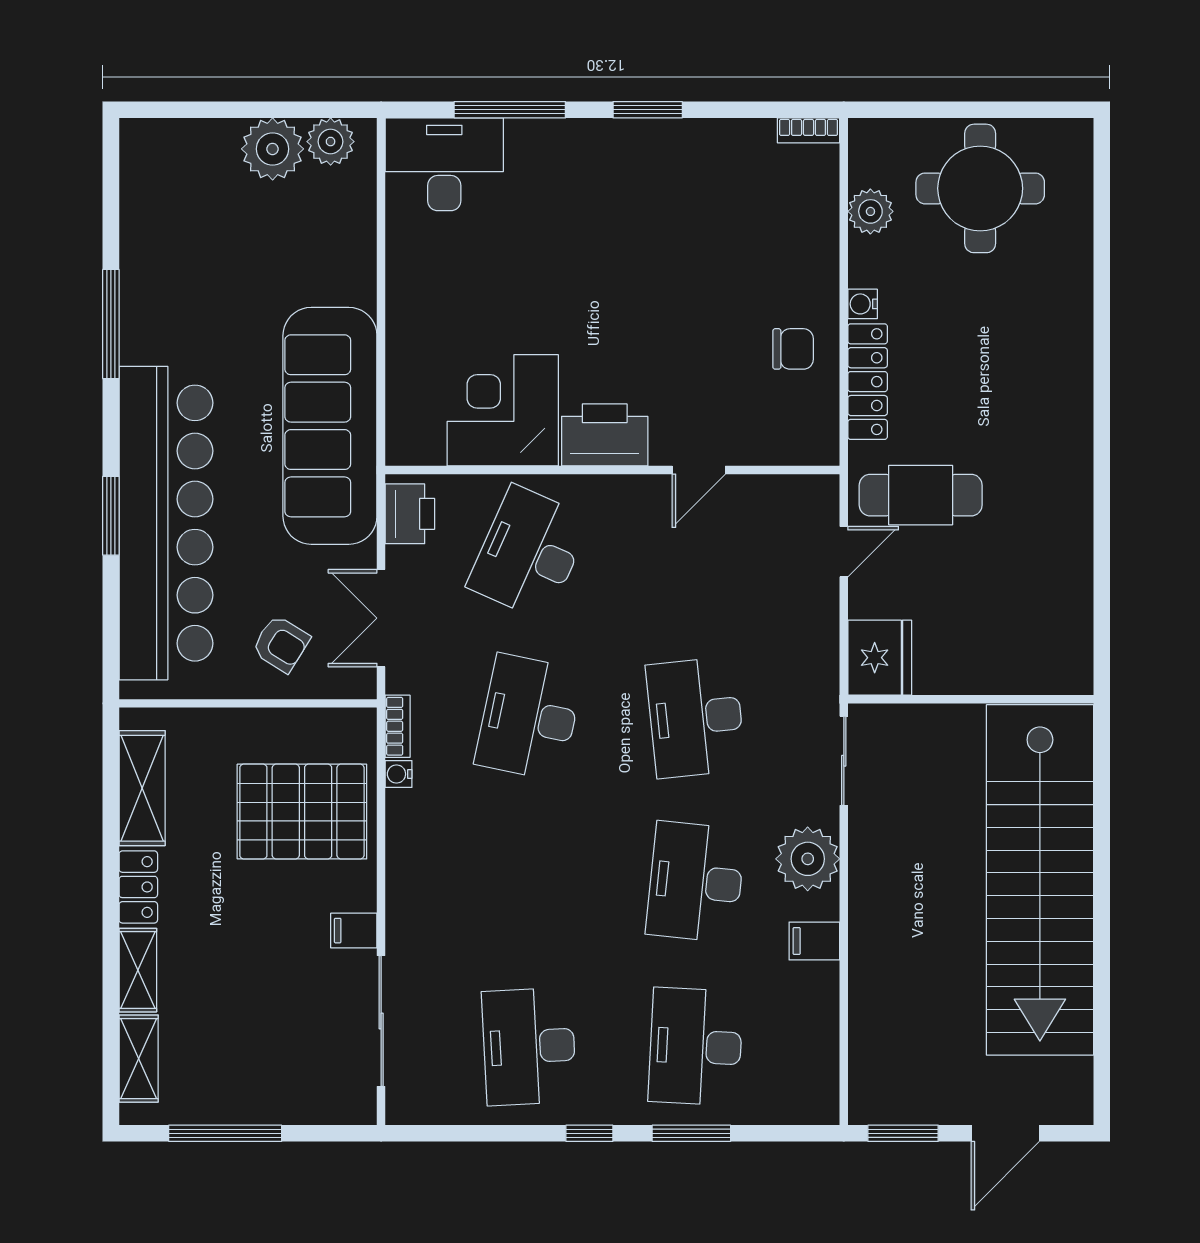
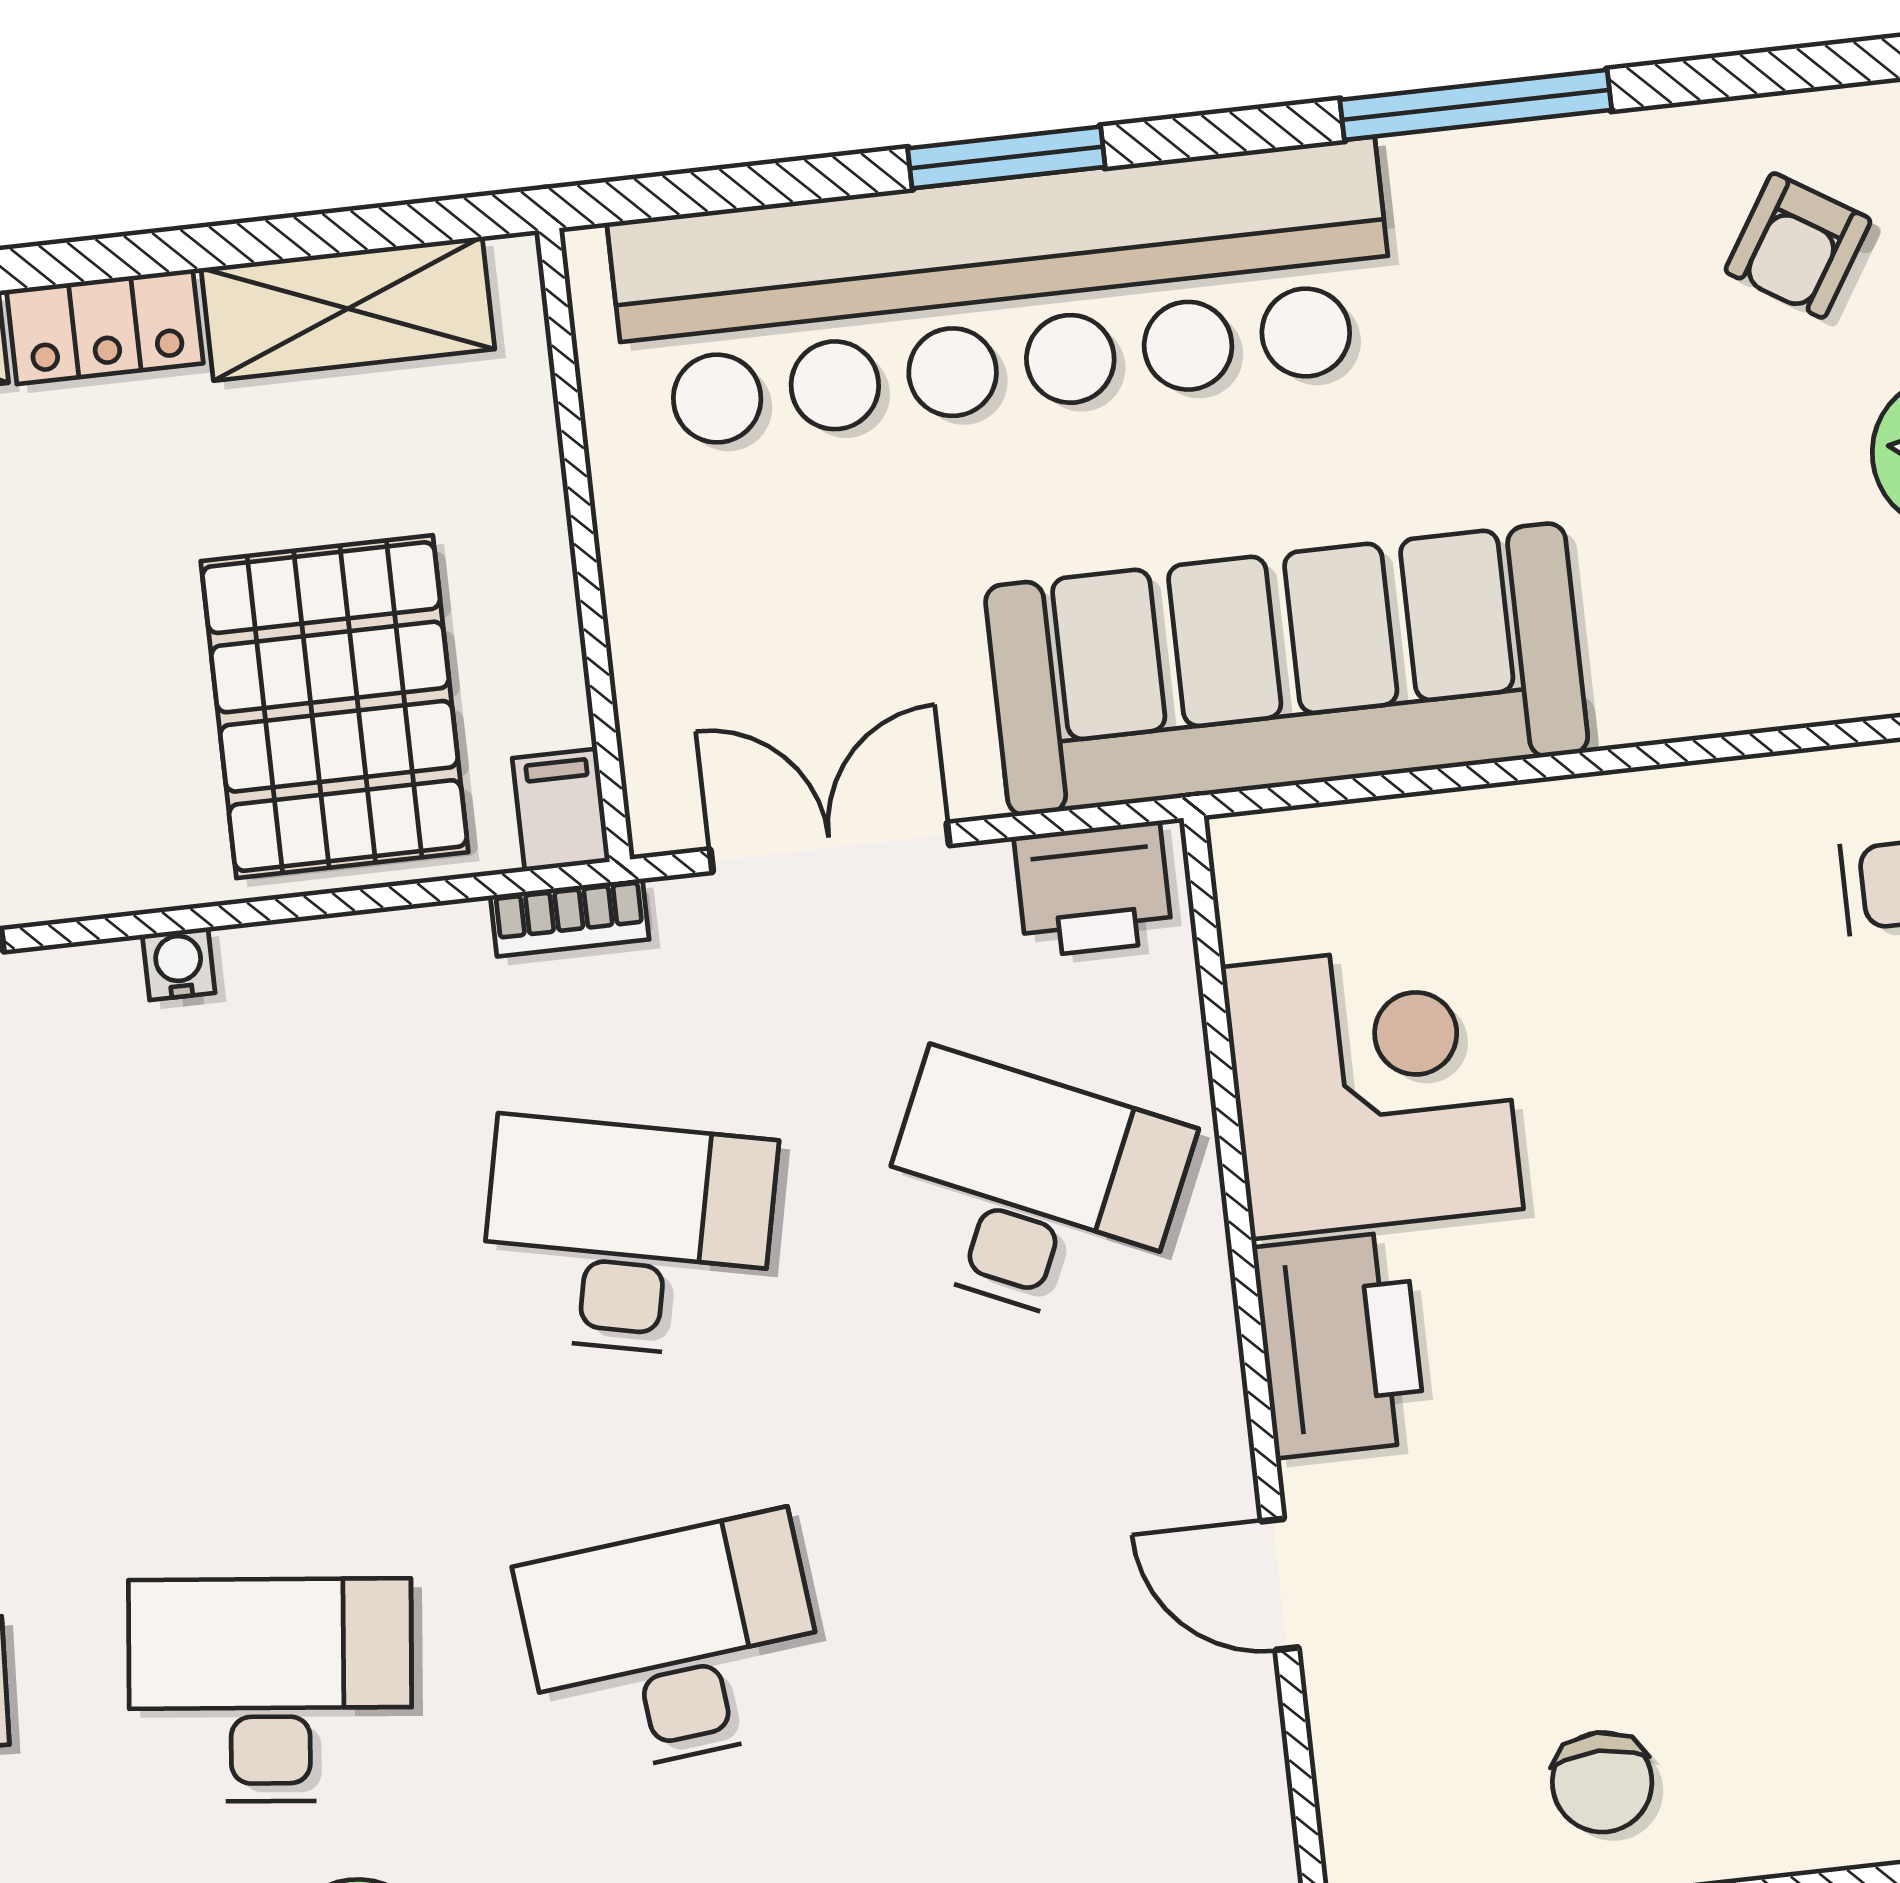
armchair: (281, 644) -> (1798, 245), moved
water cooler: (399, 774) -> (179, 964), moved
filing cabinet: (354, 931) -> (561, 810), moved

